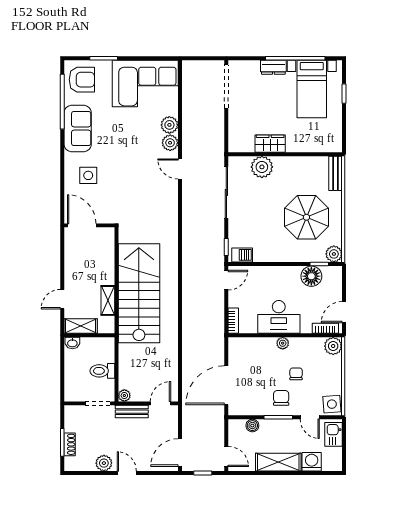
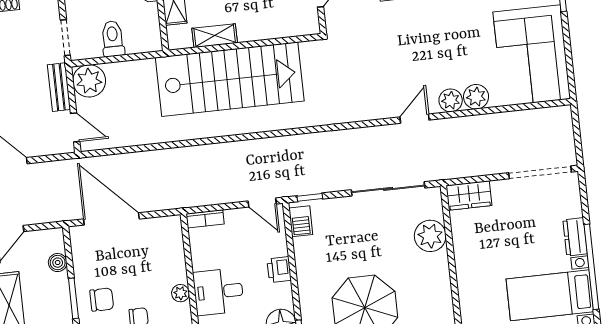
wardrobe: (270, 144) -> (469, 195), moved, turned 90
printer: (274, 274) -> (279, 270), added
desk: (279, 317) -> (218, 292), width x0.73
plant: (124, 396) -> (89, 81), width x1.87, depth x1.87

